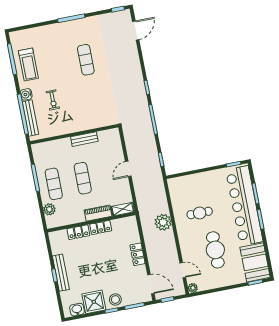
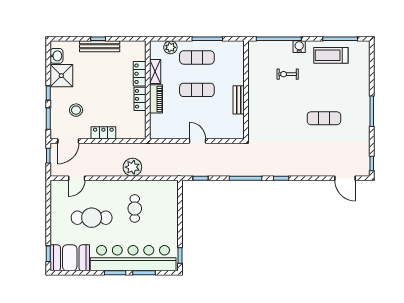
bench: (30, 118) -> (273, 46), removed
shelving: (123, 209) -> (155, 72), moved
plant: (193, 288) -> (55, 185), removed
stool: (115, 299) -> (76, 110), moved

